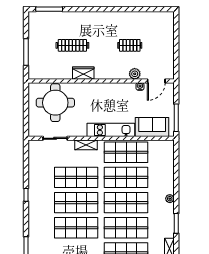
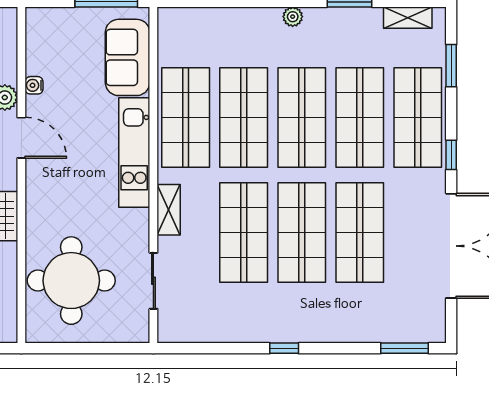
door: (156, 81) -> (21, 138), moved

